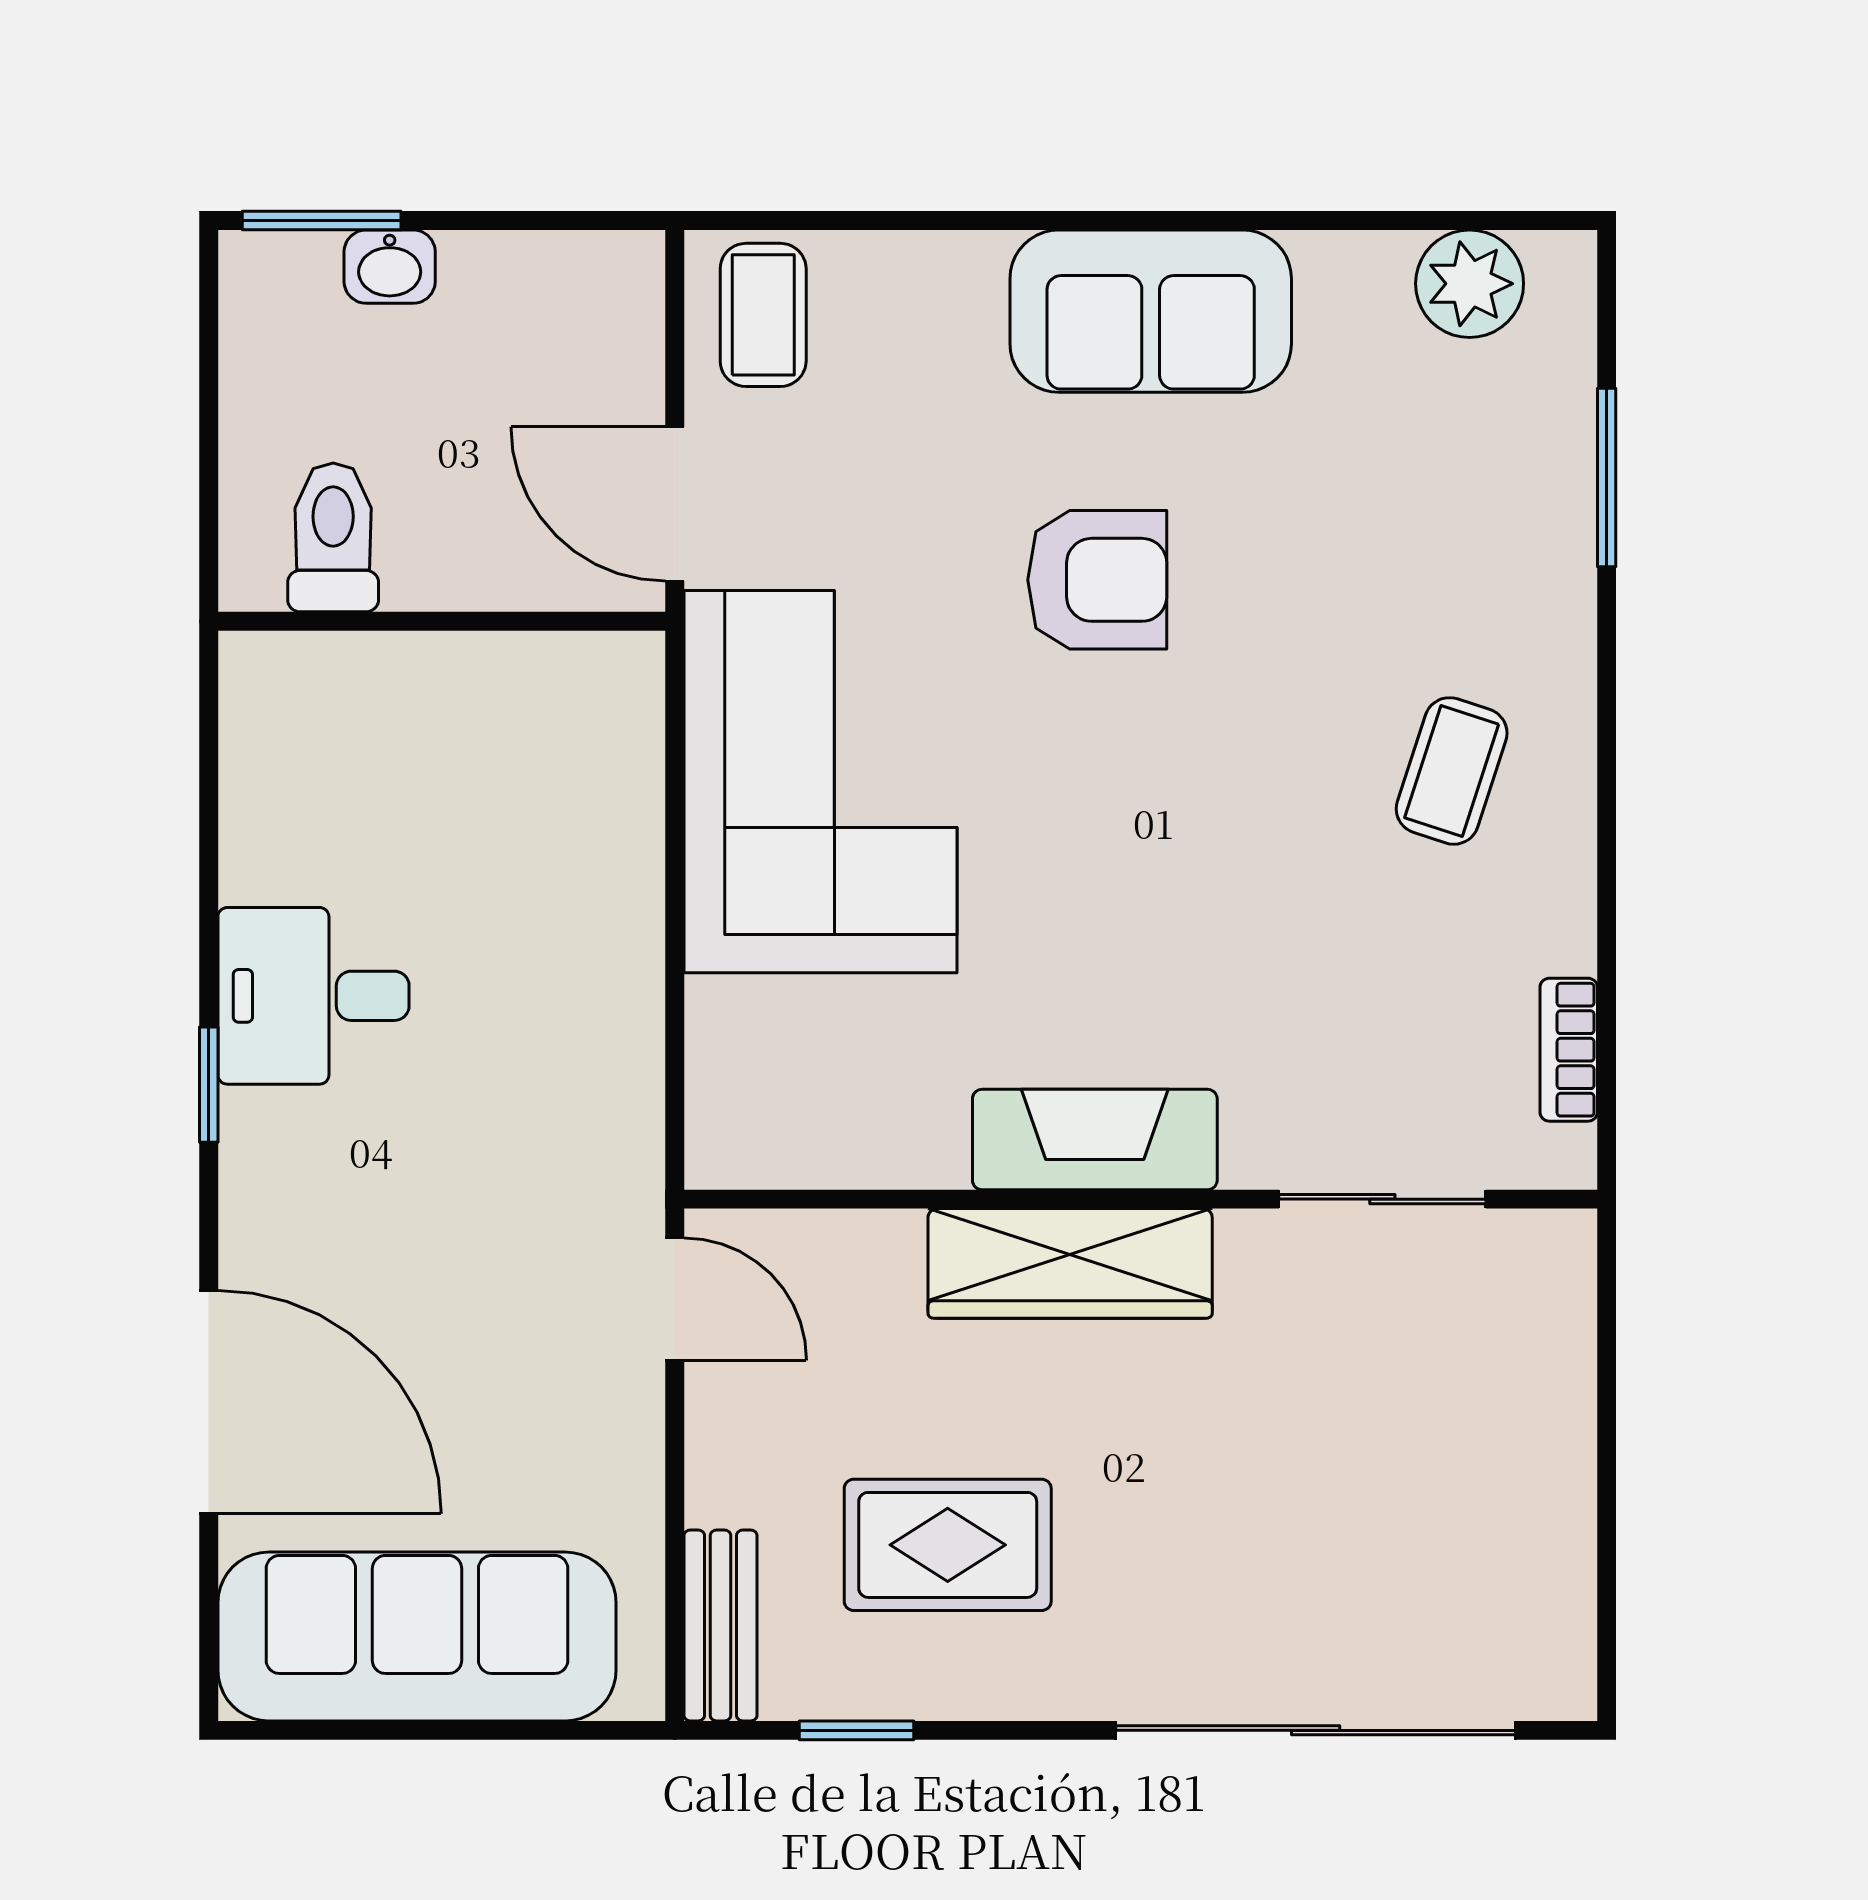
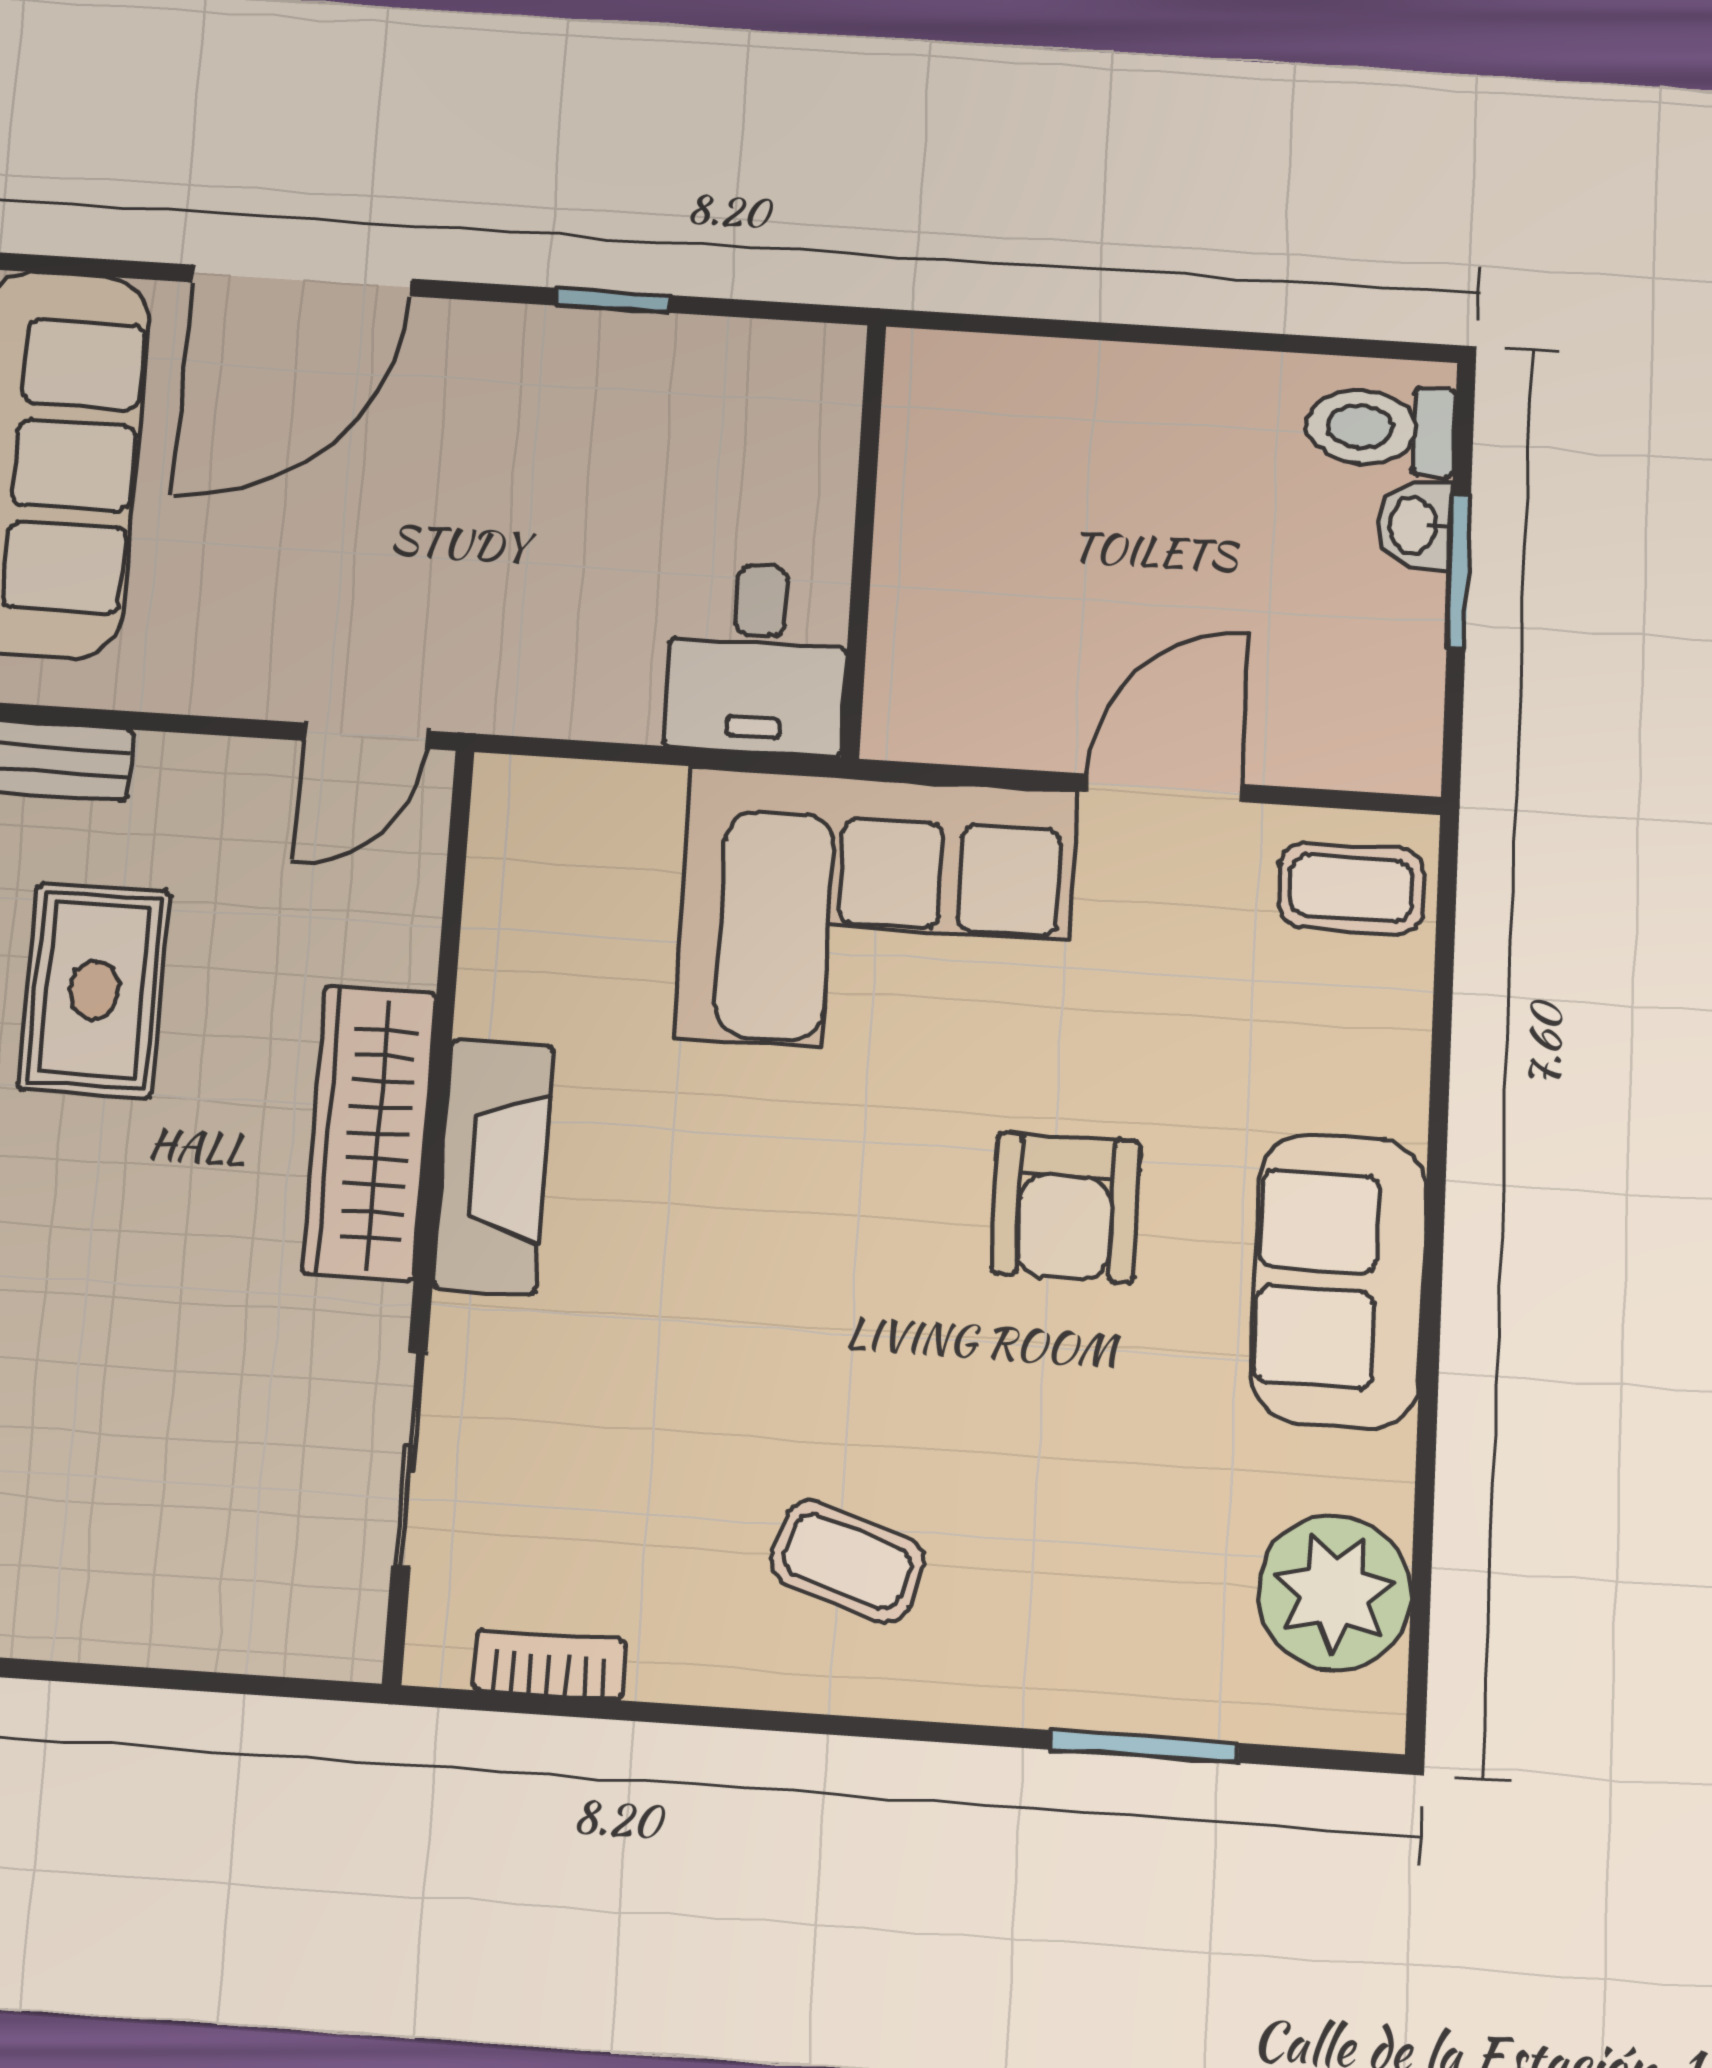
window: (322, 221) -> (1459, 571), moved
plant: (1470, 284) -> (1334, 1593), width x1.36, depth x1.36
toilet: (333, 537) -> (1381, 428), moved, turned 180
wall: (442, 621) -> (863, 540), moved
desk: (314, 996) -> (758, 658), moved, turned 180

